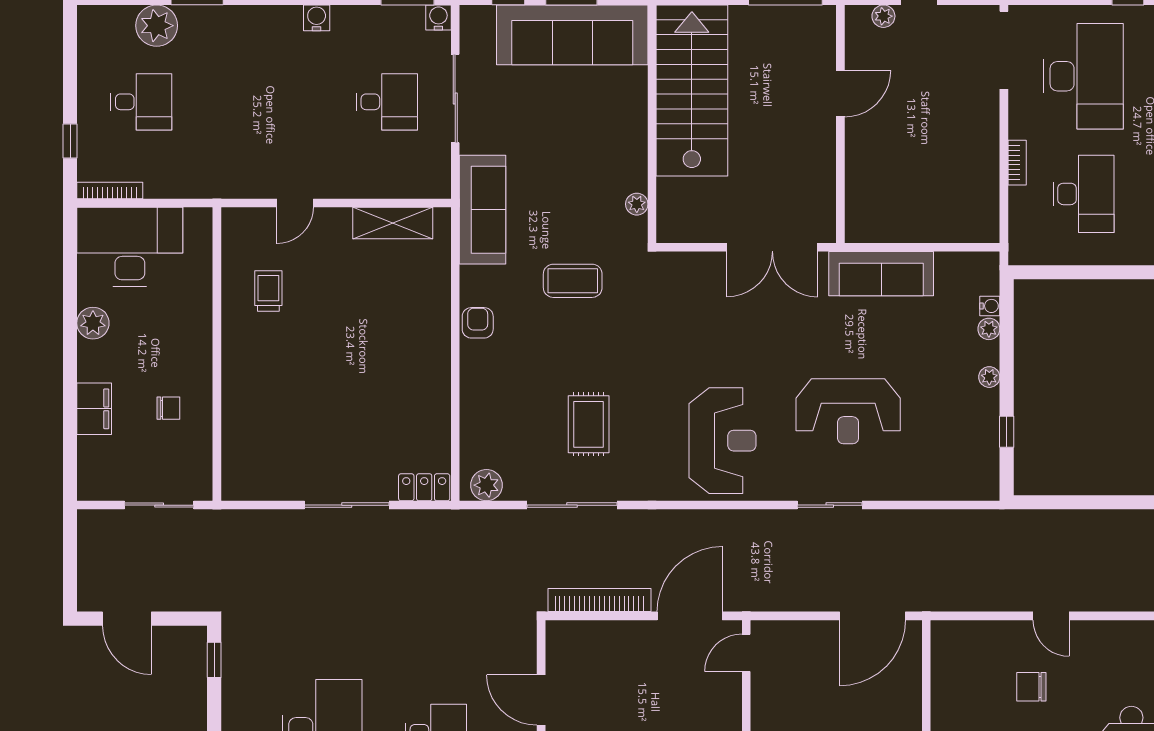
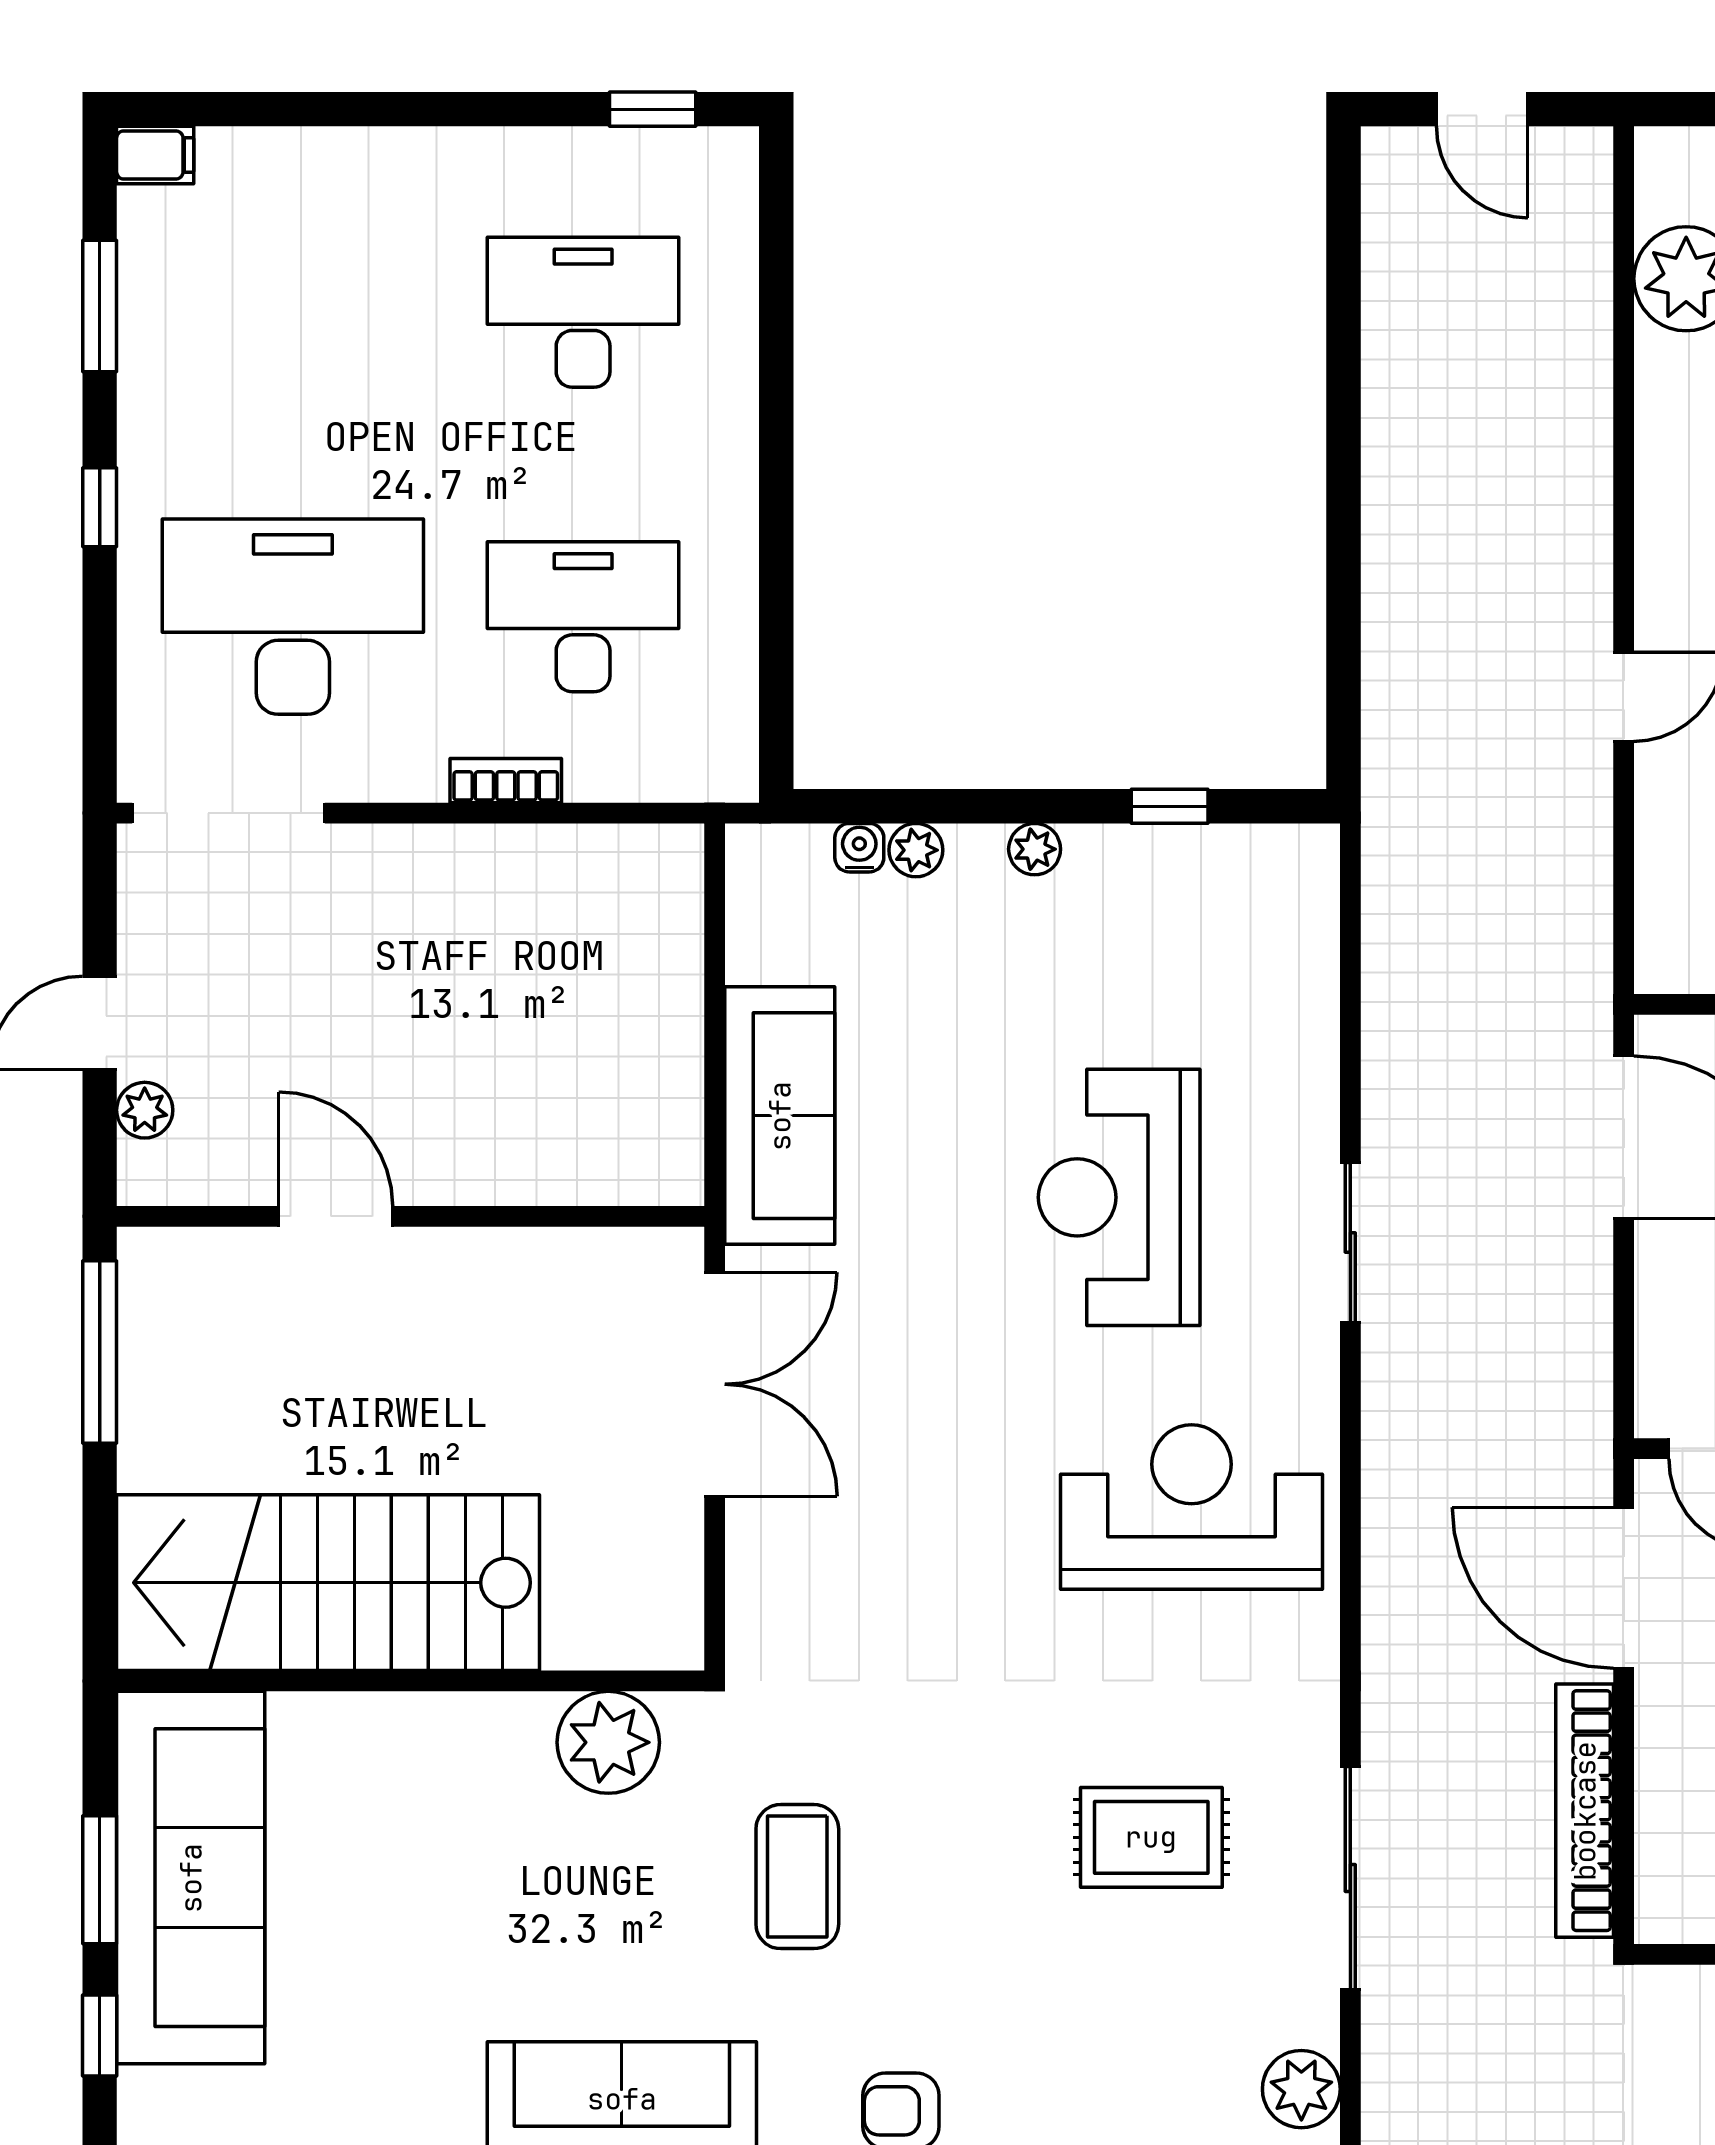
plant: (637, 204) -> (608, 1742), width x1.87, depth x1.87
reception desk: (848, 411) -> (1119, 1197), turned 180

